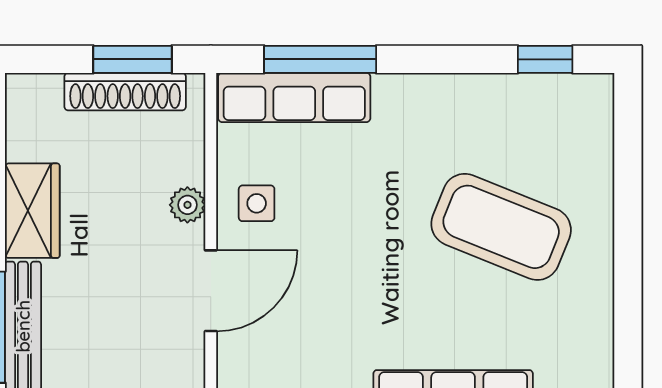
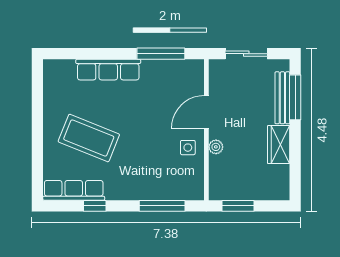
window: (545, 59) -> (95, 206), moved
shoe rack: (125, 92) -> (241, 193), removed
row of seats: (294, 97) -> (74, 190), moved

